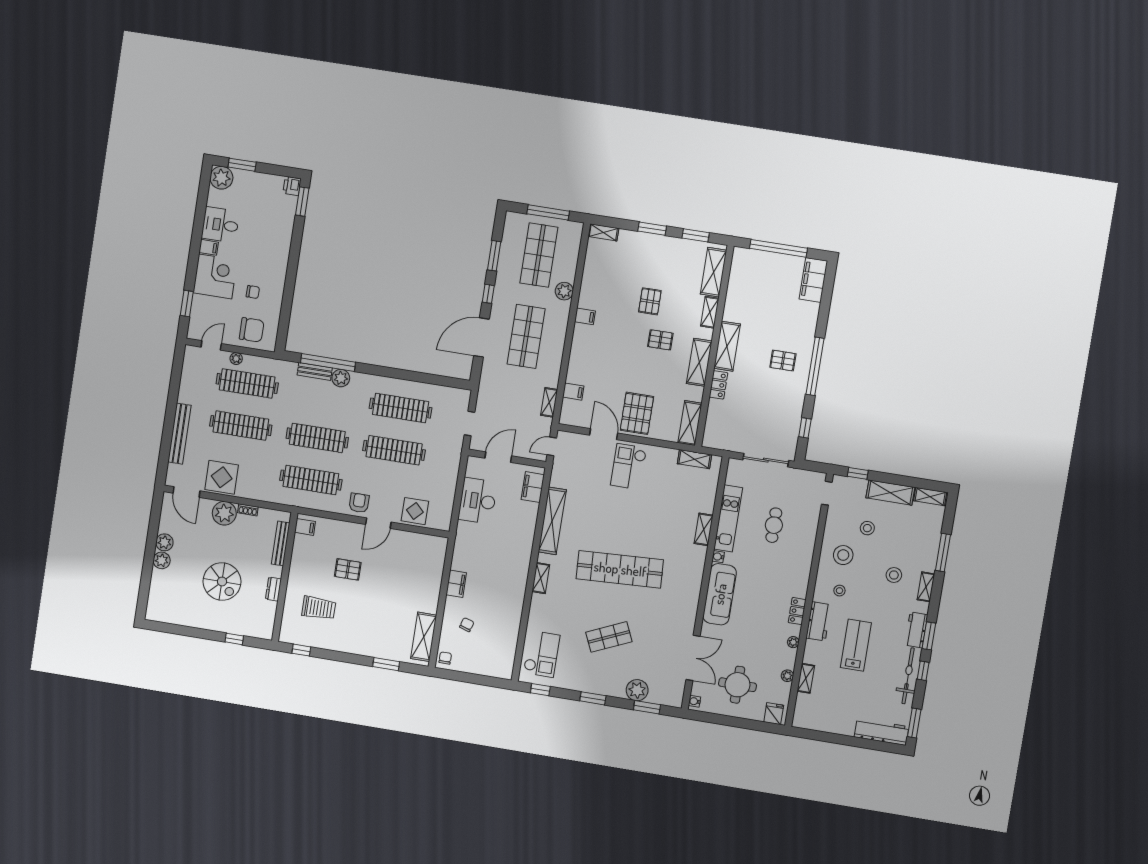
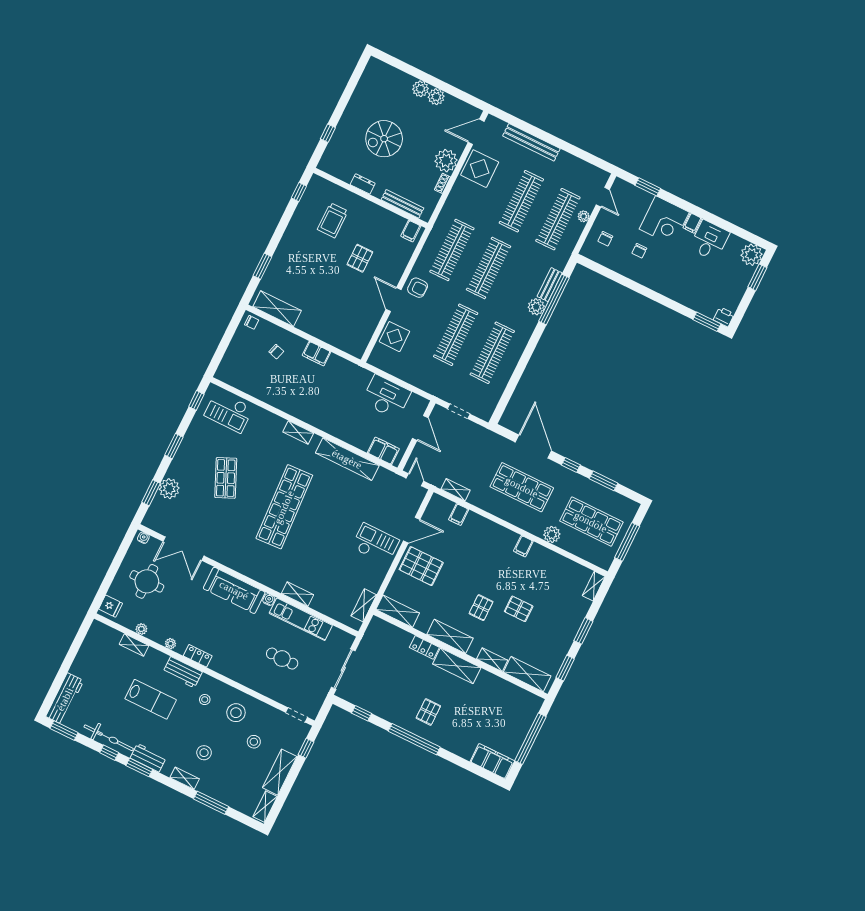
chair: (252, 330) -> (605, 239), width x0.54, depth x0.54

